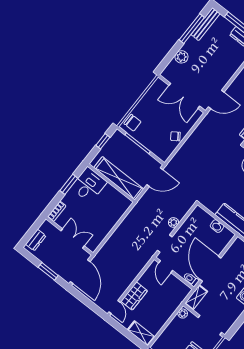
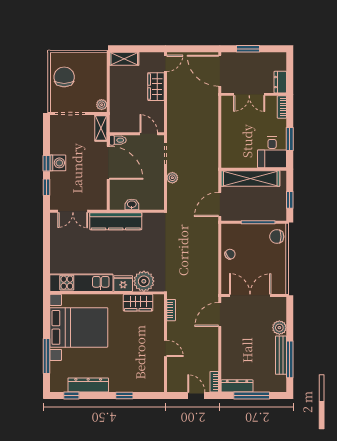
bench: (206, 24) -> (281, 355), moved
dresser: (36, 240) -> (280, 82), moved
door: (115, 307) -> (165, 63), swing flipped

